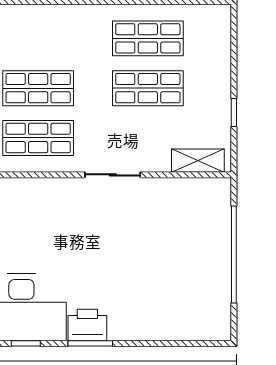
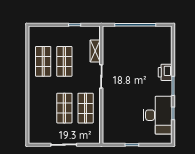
shelving: (198, 161) -> (95, 51), moved
printer: (87, 325) -> (165, 72), moved

